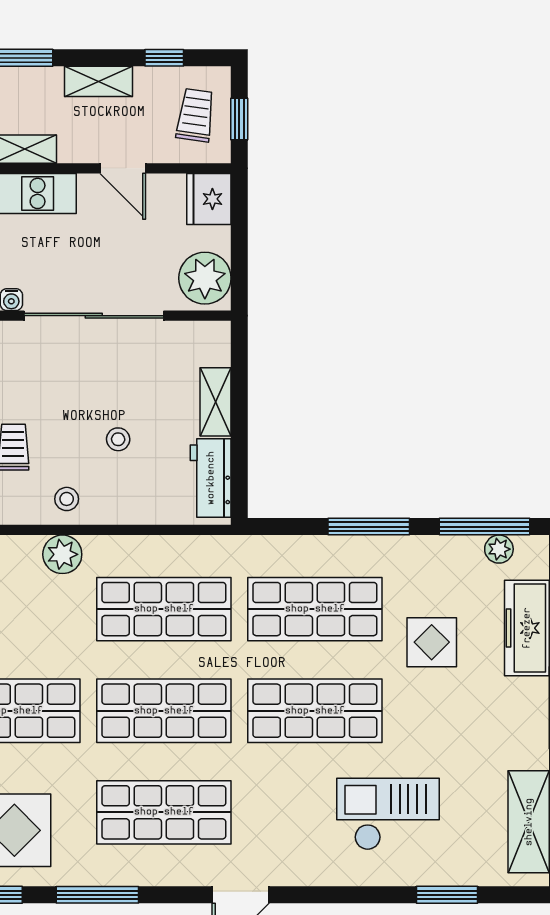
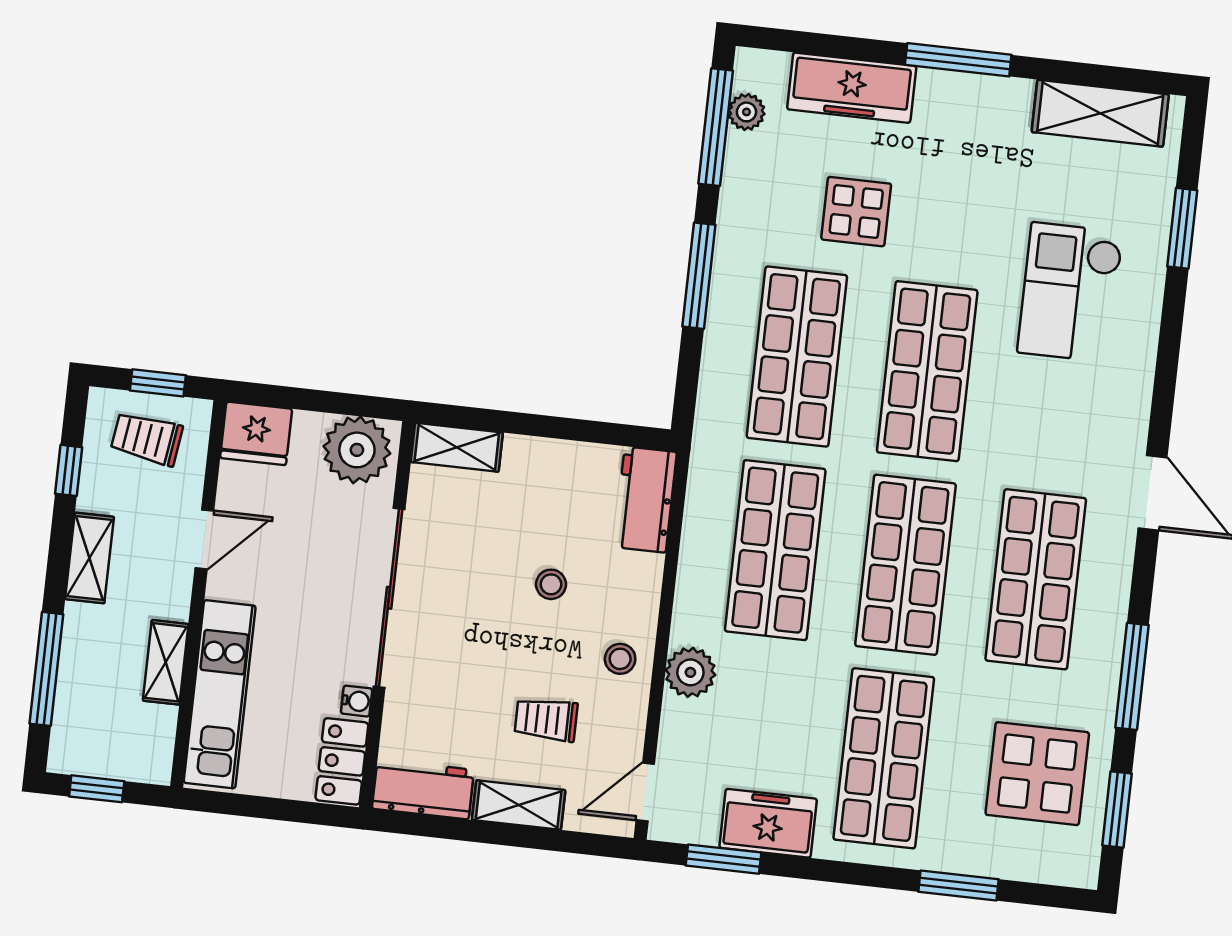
shelving: (216, 402) -> (457, 447), moved
workbench: (211, 478) -> (645, 500), moved, turned 90

